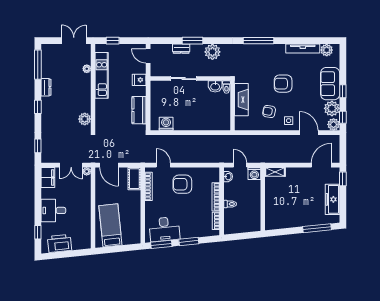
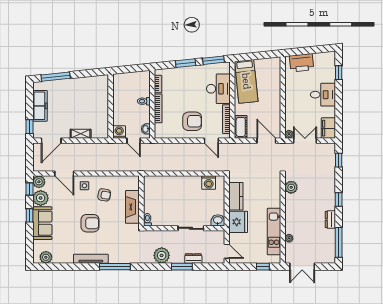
tv unit: (303, 49) -> (91, 259), moved
fridge: (139, 80) -> (238, 222), width x1.88, depth x1.34
washbasin: (215, 86) -> (218, 220), moved
shelving: (275, 172) -> (81, 134), moved
bed: (110, 225) -> (246, 81), moved
desk: (164, 229) -> (218, 89), moved, turned 96
printer: (59, 243) -> (302, 63), moved

